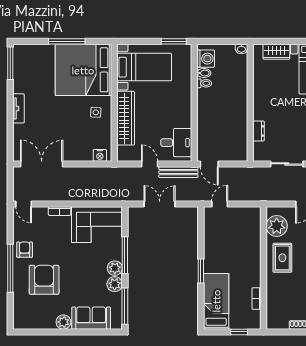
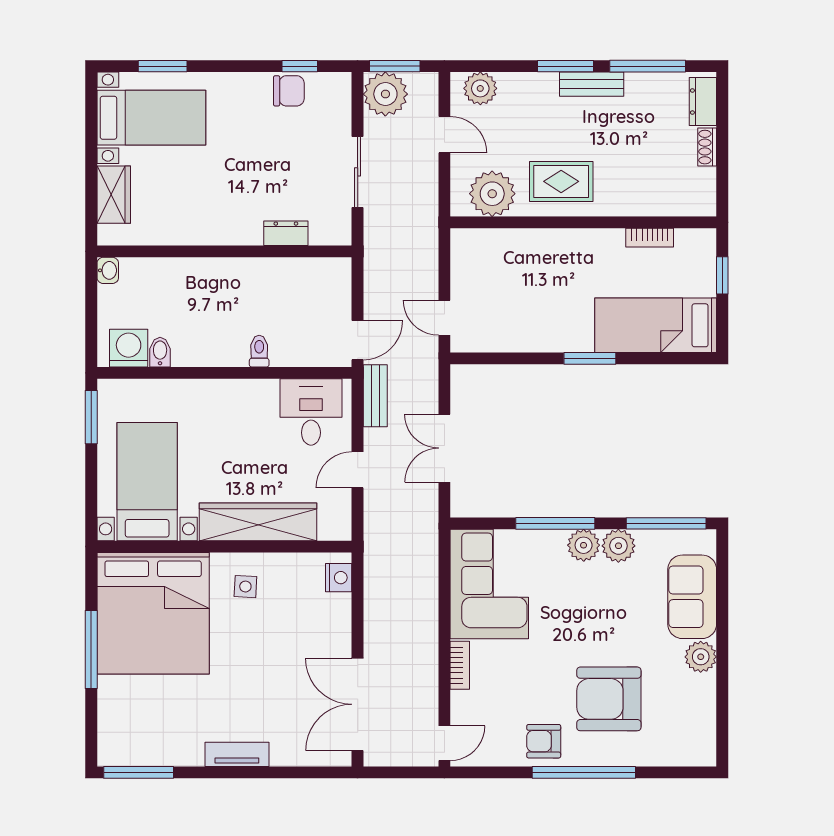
toilet: (204, 83) -> (259, 351), moved
bench: (178, 172) -> (375, 396), width x0.73

